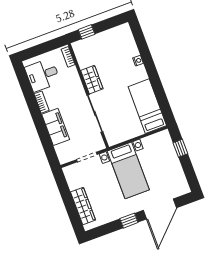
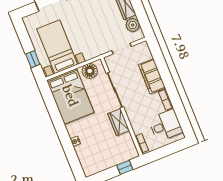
bed: (147, 106) -> (70, 96), width x1.50
floor lamp: (121, 134) -> (90, 71), added
bed with nightstands: (128, 170) -> (57, 47), moved
plant: (74, 181) -> (133, 25), added

